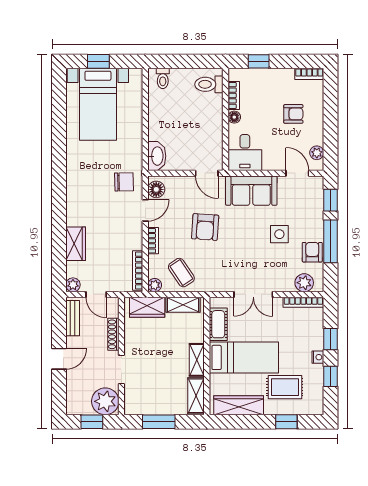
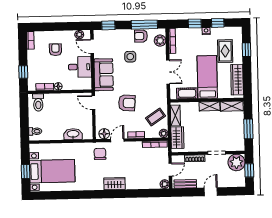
desk: (245, 153) -> (80, 67), moved
washbasin: (157, 156) -> (73, 134), moved
door: (207, 173) -> (93, 103), swing flipped
door: (297, 173) -> (92, 46), hinge flipped
door: (145, 210) -> (117, 140), hinge flipped
window: (331, 241) -> (144, 25), moved
wardrobe: (76, 244) -> (115, 184), moved
door: (59, 359) -> (211, 192), hinge flipped

